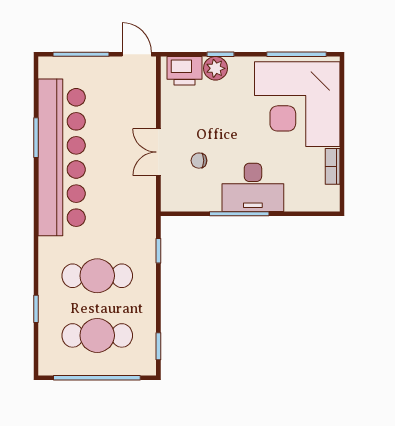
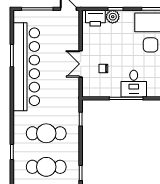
desk: (253, 187) -> (134, 84), width x0.73

